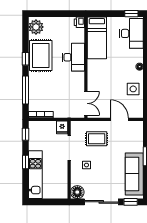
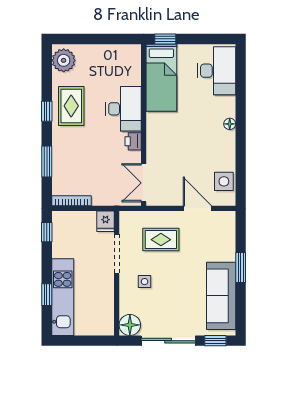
window: (131, 14) -> (165, 39), moved
printer: (79, 22) -> (133, 141), moved
rug: (41, 55) -> (71, 106), width x0.73, depth x0.70
side table: (133, 89) -> (224, 181), moved
window: (25, 90) -> (47, 161), width x0.69
double door: (86, 103) -> (144, 183), swing flipped
window: (25, 162) -> (47, 295), moved

